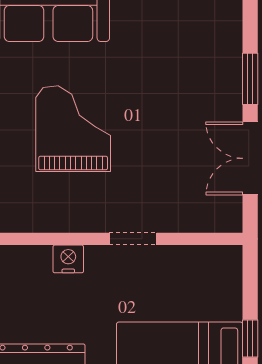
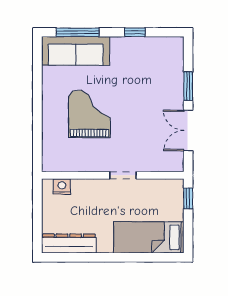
nightstand: (68, 259) -> (62, 186), moved
window: (250, 338) -> (188, 198), moved

